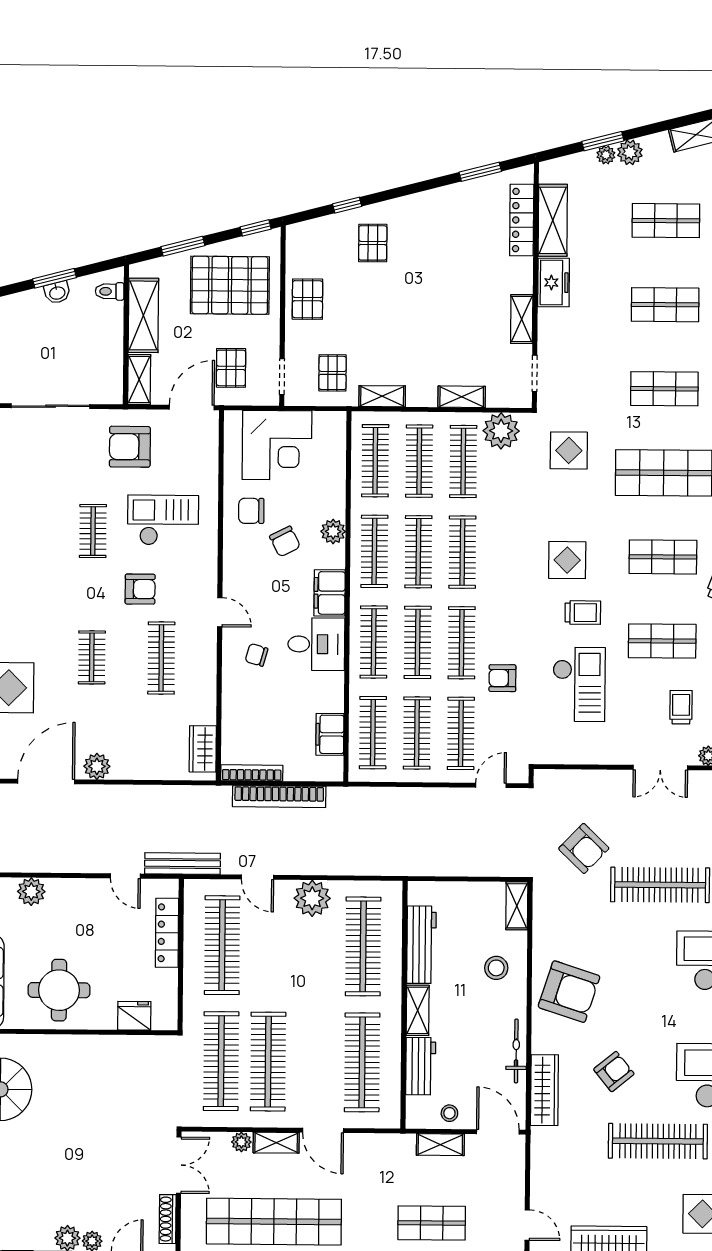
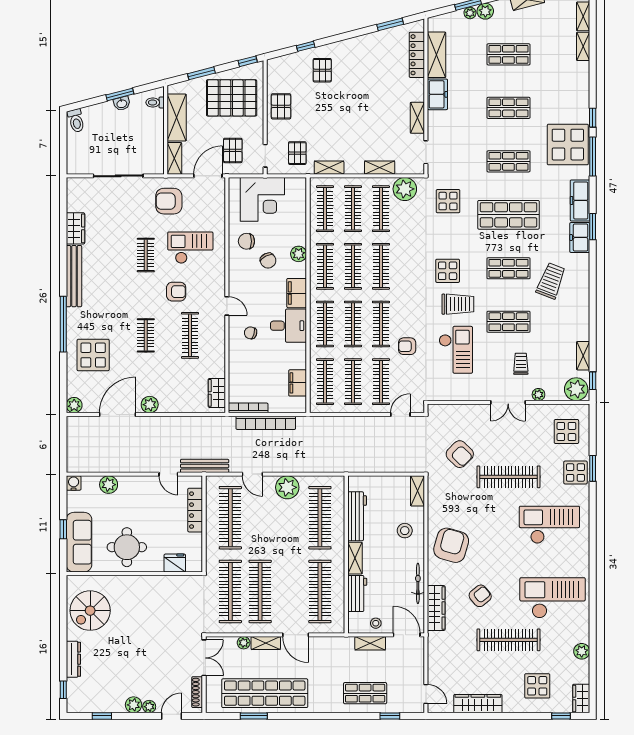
trolley: (583, 613) -> (458, 304), width x1.36, depth x1.39
armchair: (569, 992) -> (451, 545), turned -92

